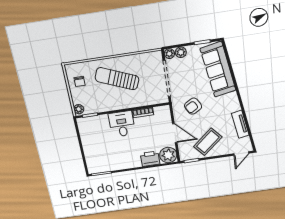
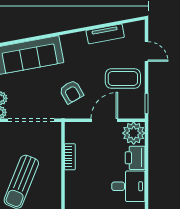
desk: (122, 124) -> (128, 186), moved, turned 180
coffee table: (208, 142) -> (123, 79), turned -49
door: (241, 154) -> (147, 51), moved

